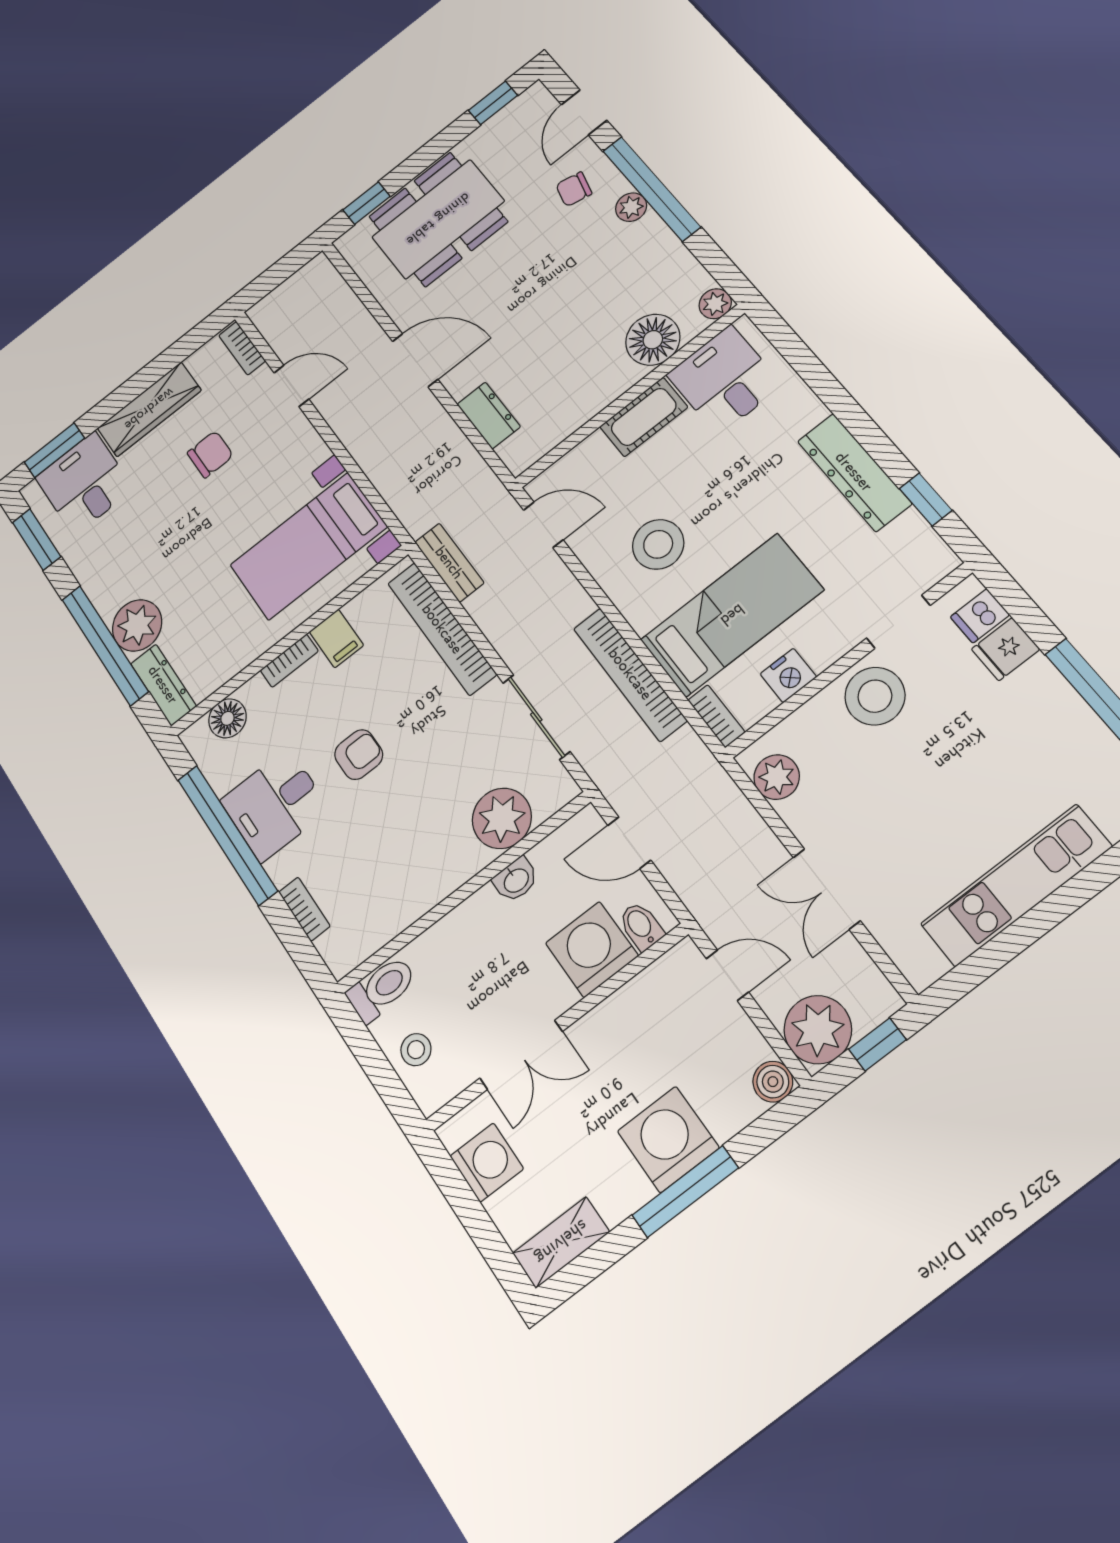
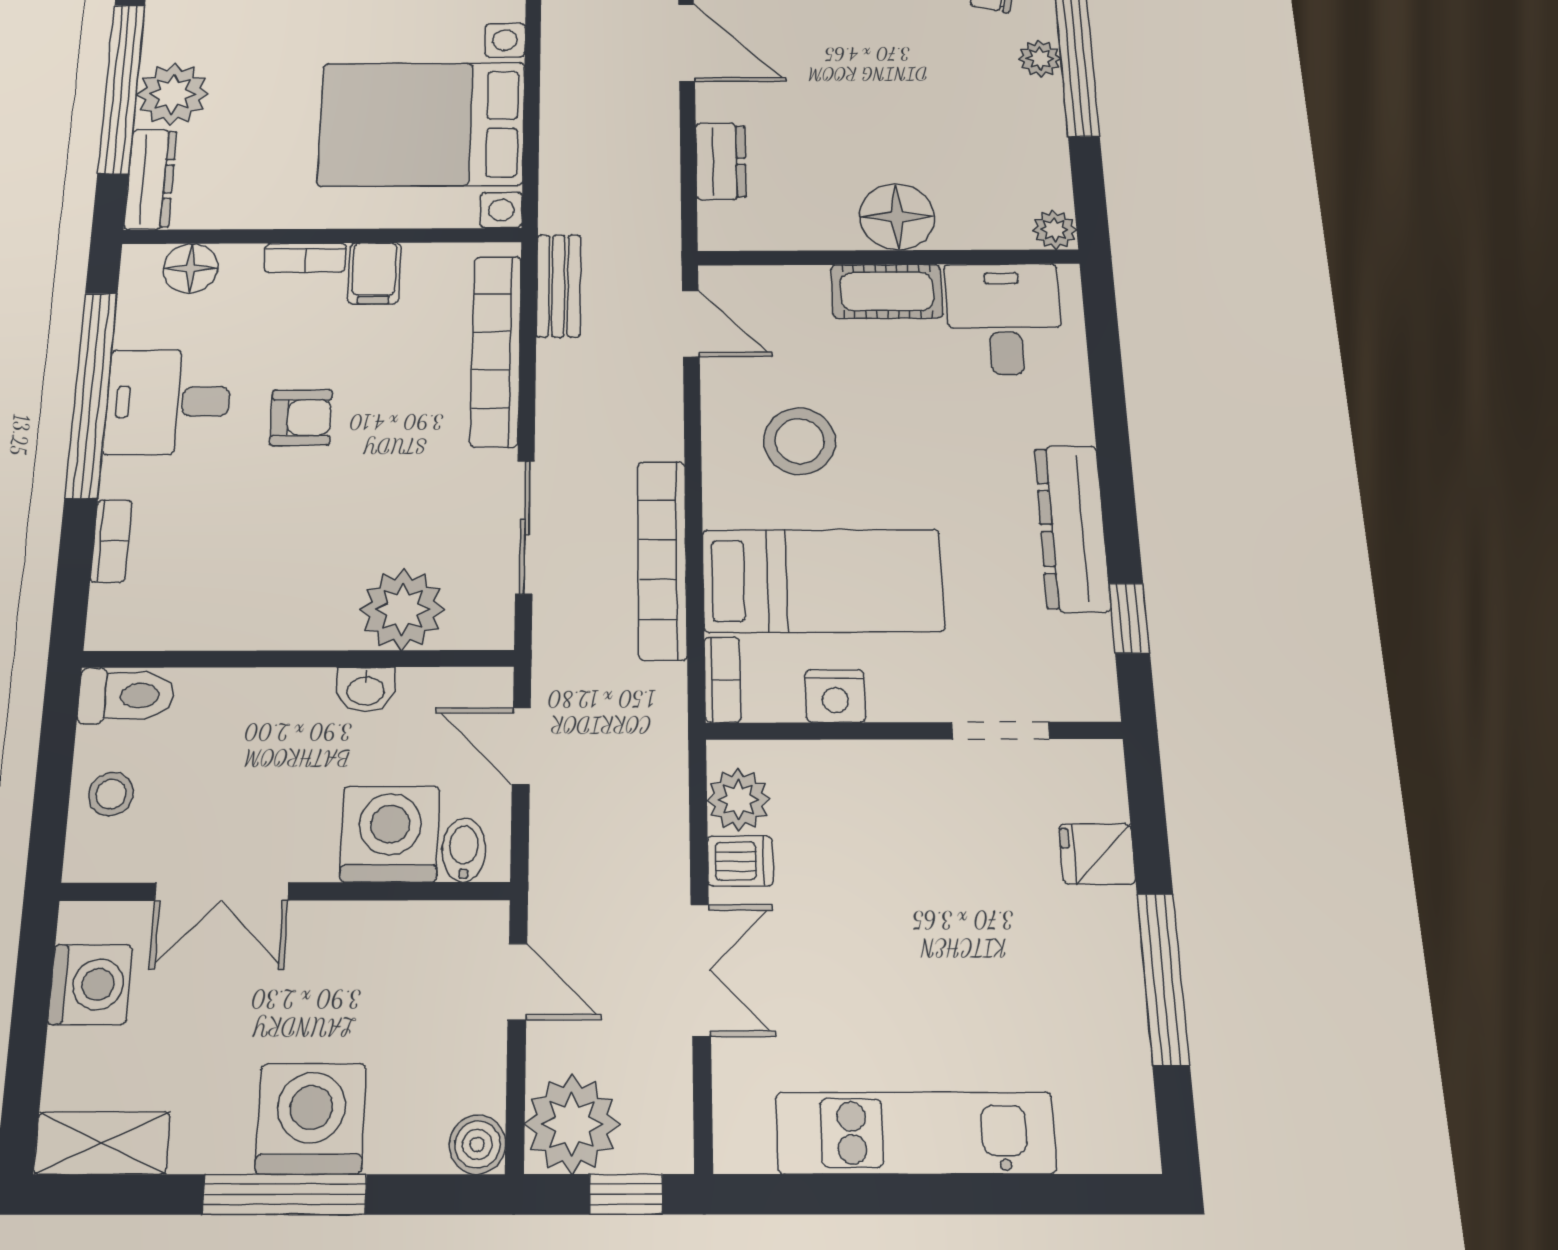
floor lamp: (653, 340) -> (897, 217), moved
bed with nightstands: (308, 546) -> (422, 124), width x1.36
dishwasher: (980, 616) -> (740, 861), moved, turned 180
stool: (875, 696) -> (914, 794), removed
double door: (827, 889) -> (701, 970), swing flipped

